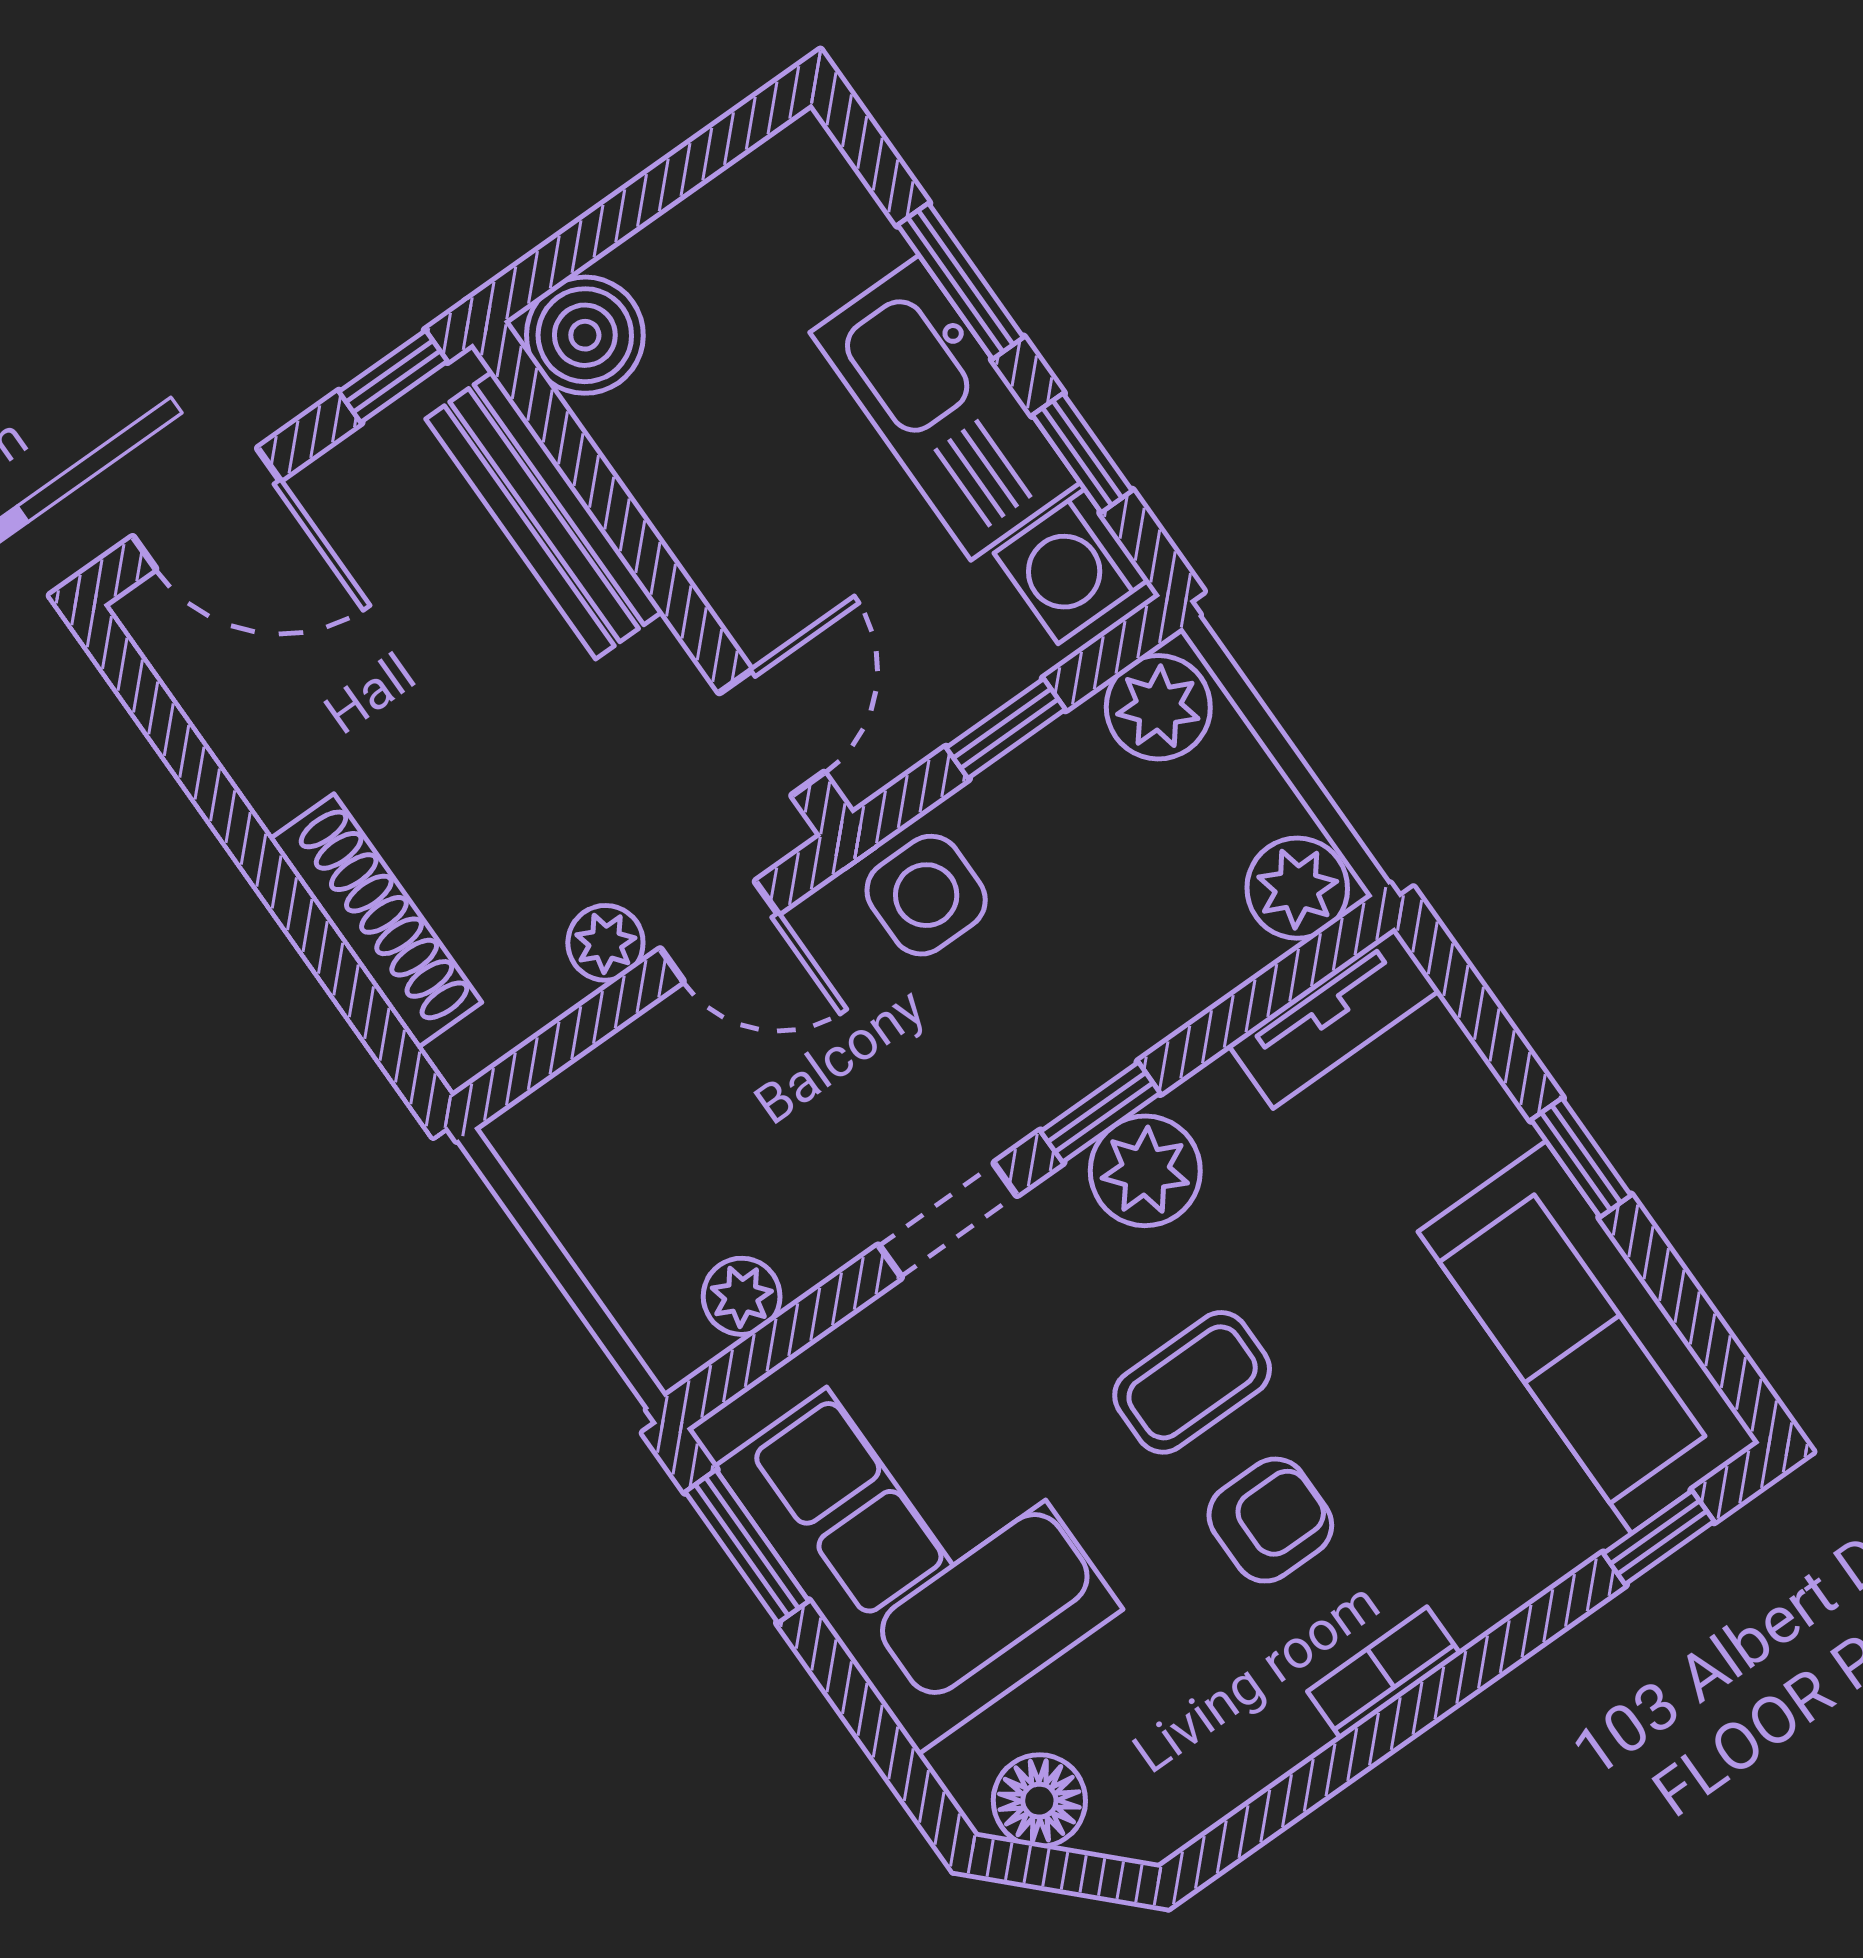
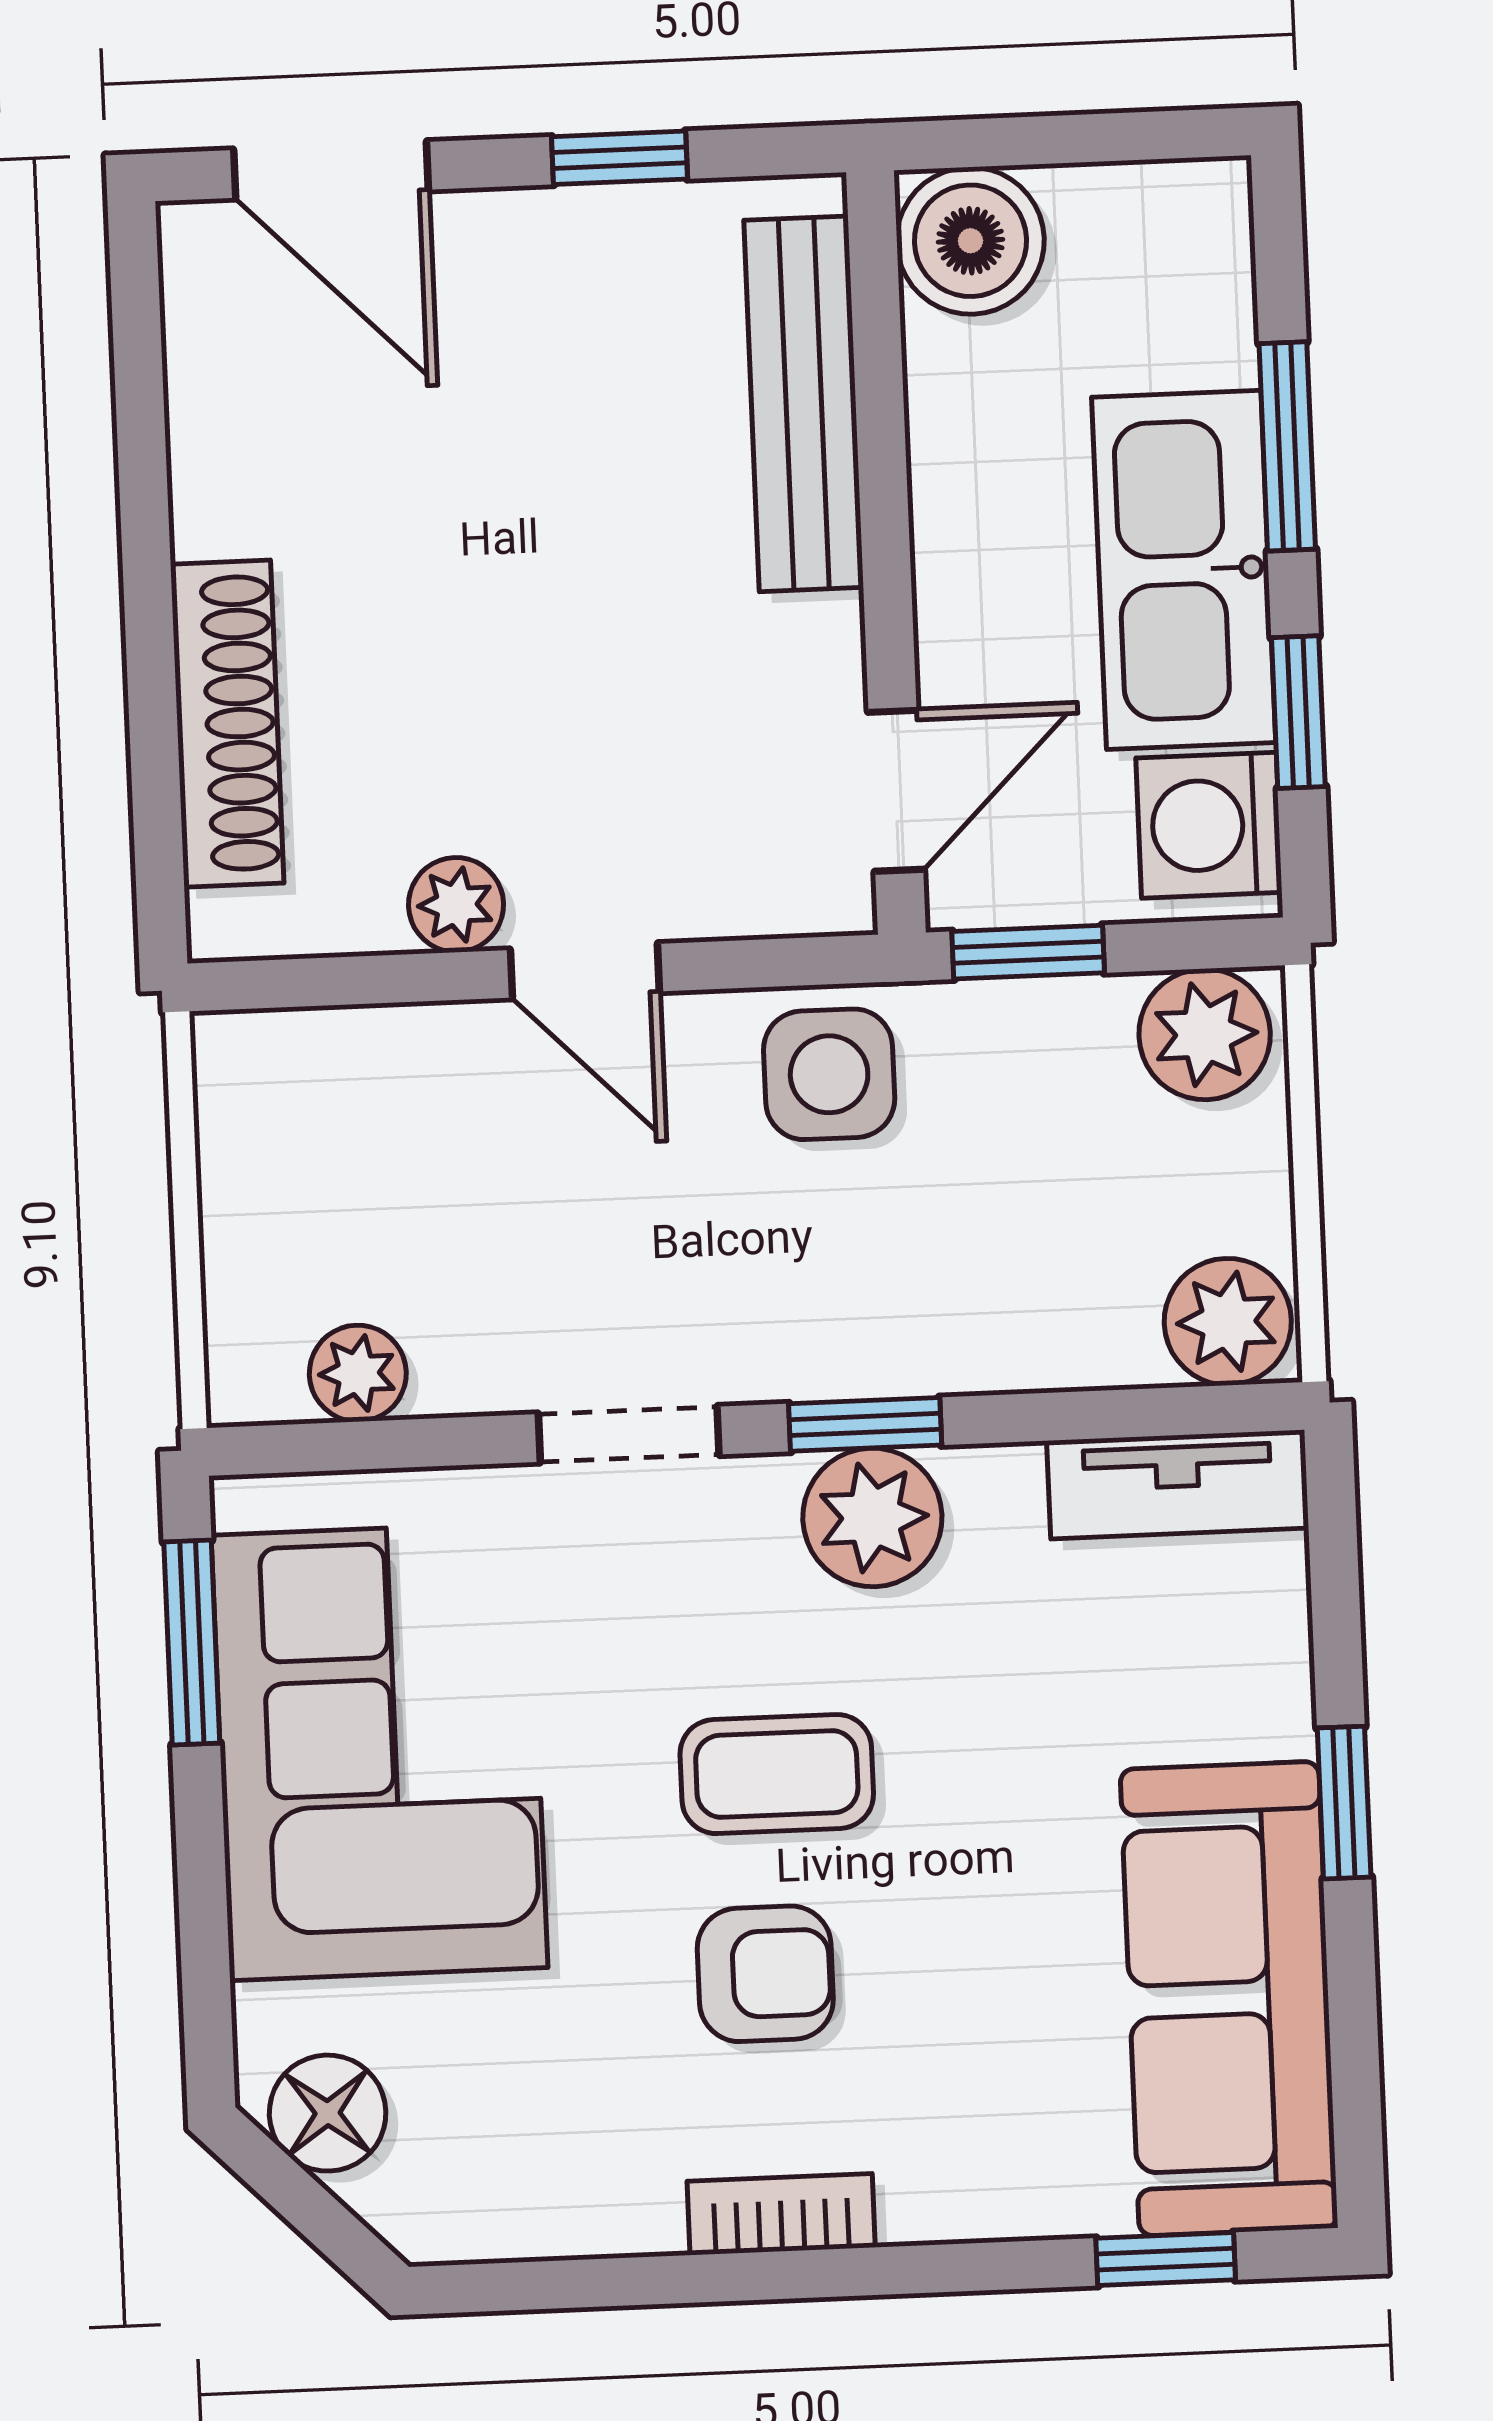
boiler: (585, 335) -> (970, 241), moved
bench: (544, 515) -> (804, 404), moved
wall: (663, 579) -> (886, 552), moved
door: (772, 733) -> (896, 791), moved

